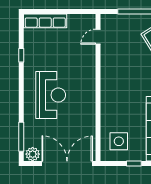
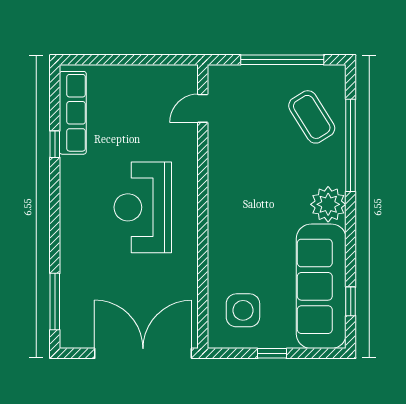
row of seats: (45, 21) -> (73, 113), moved, turned -90
reception desk: (51, 95) -> (143, 207), moved, turned 180
plant: (33, 154) -> (77, 335), removed

